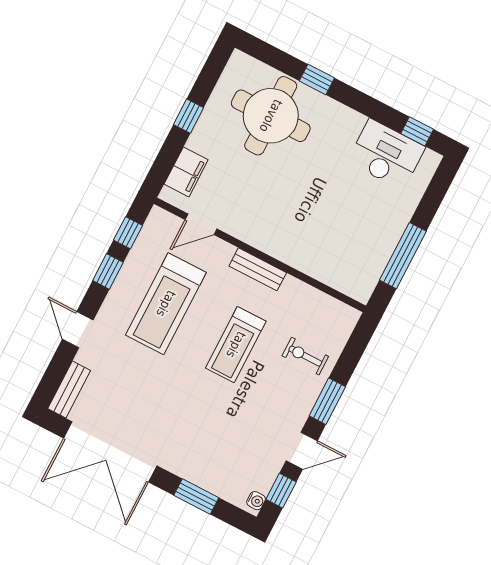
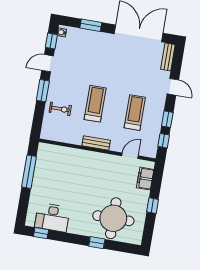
treadmill: (166, 304) -> (135, 113), width x0.73, depth x0.73

